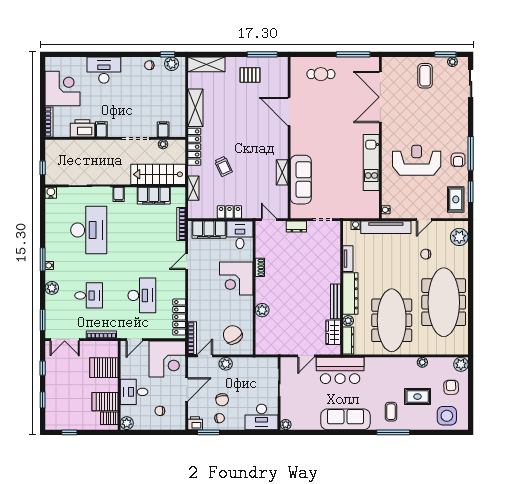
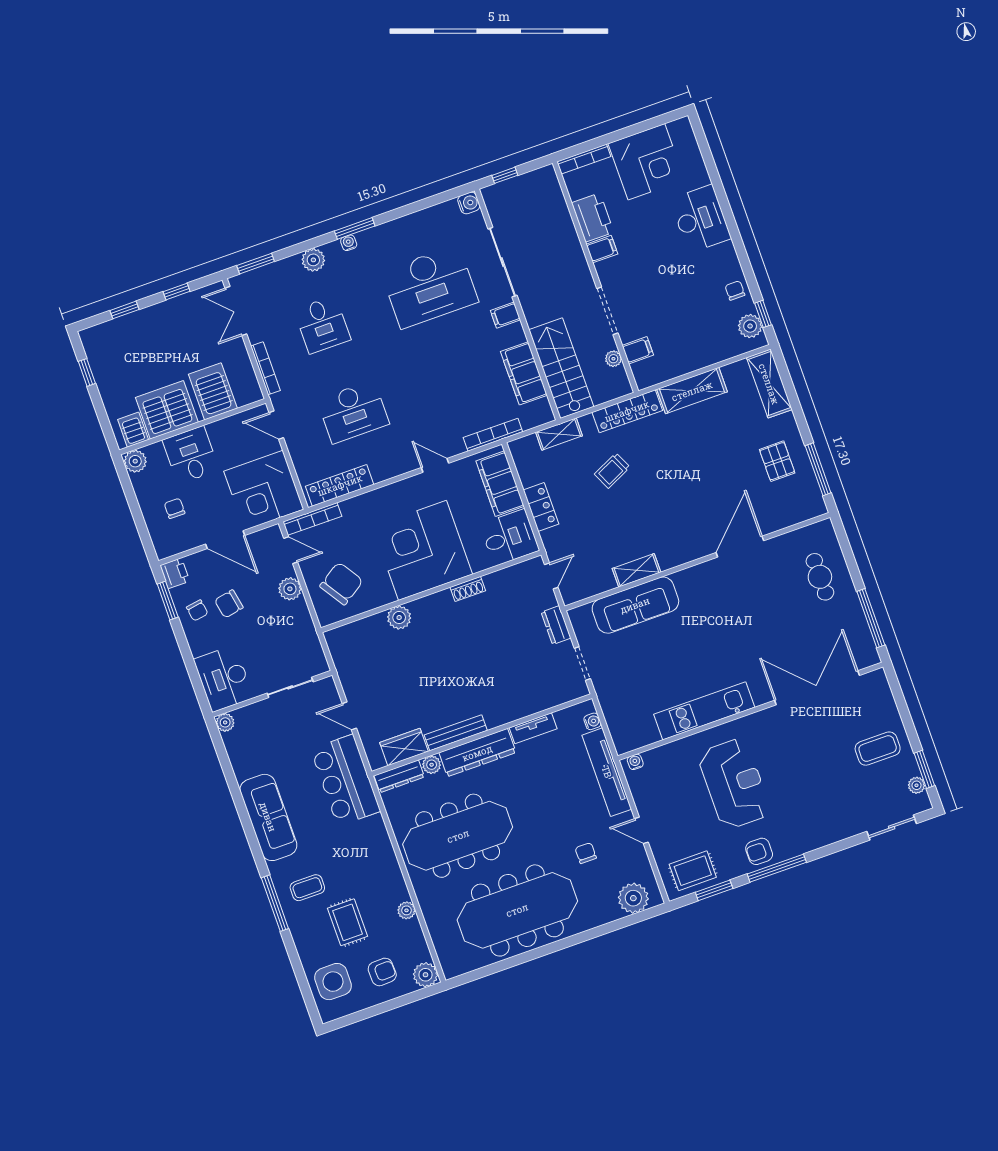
corner desk: (236, 279) -> (422, 550), width x1.36, depth x1.36
server rack: (105, 402) -> (167, 410), width x1.60

